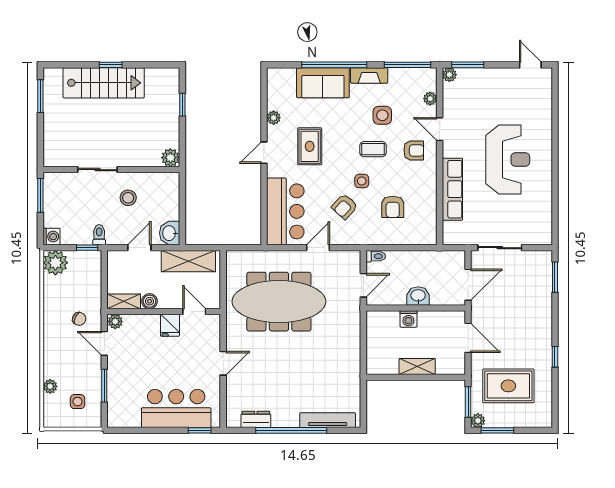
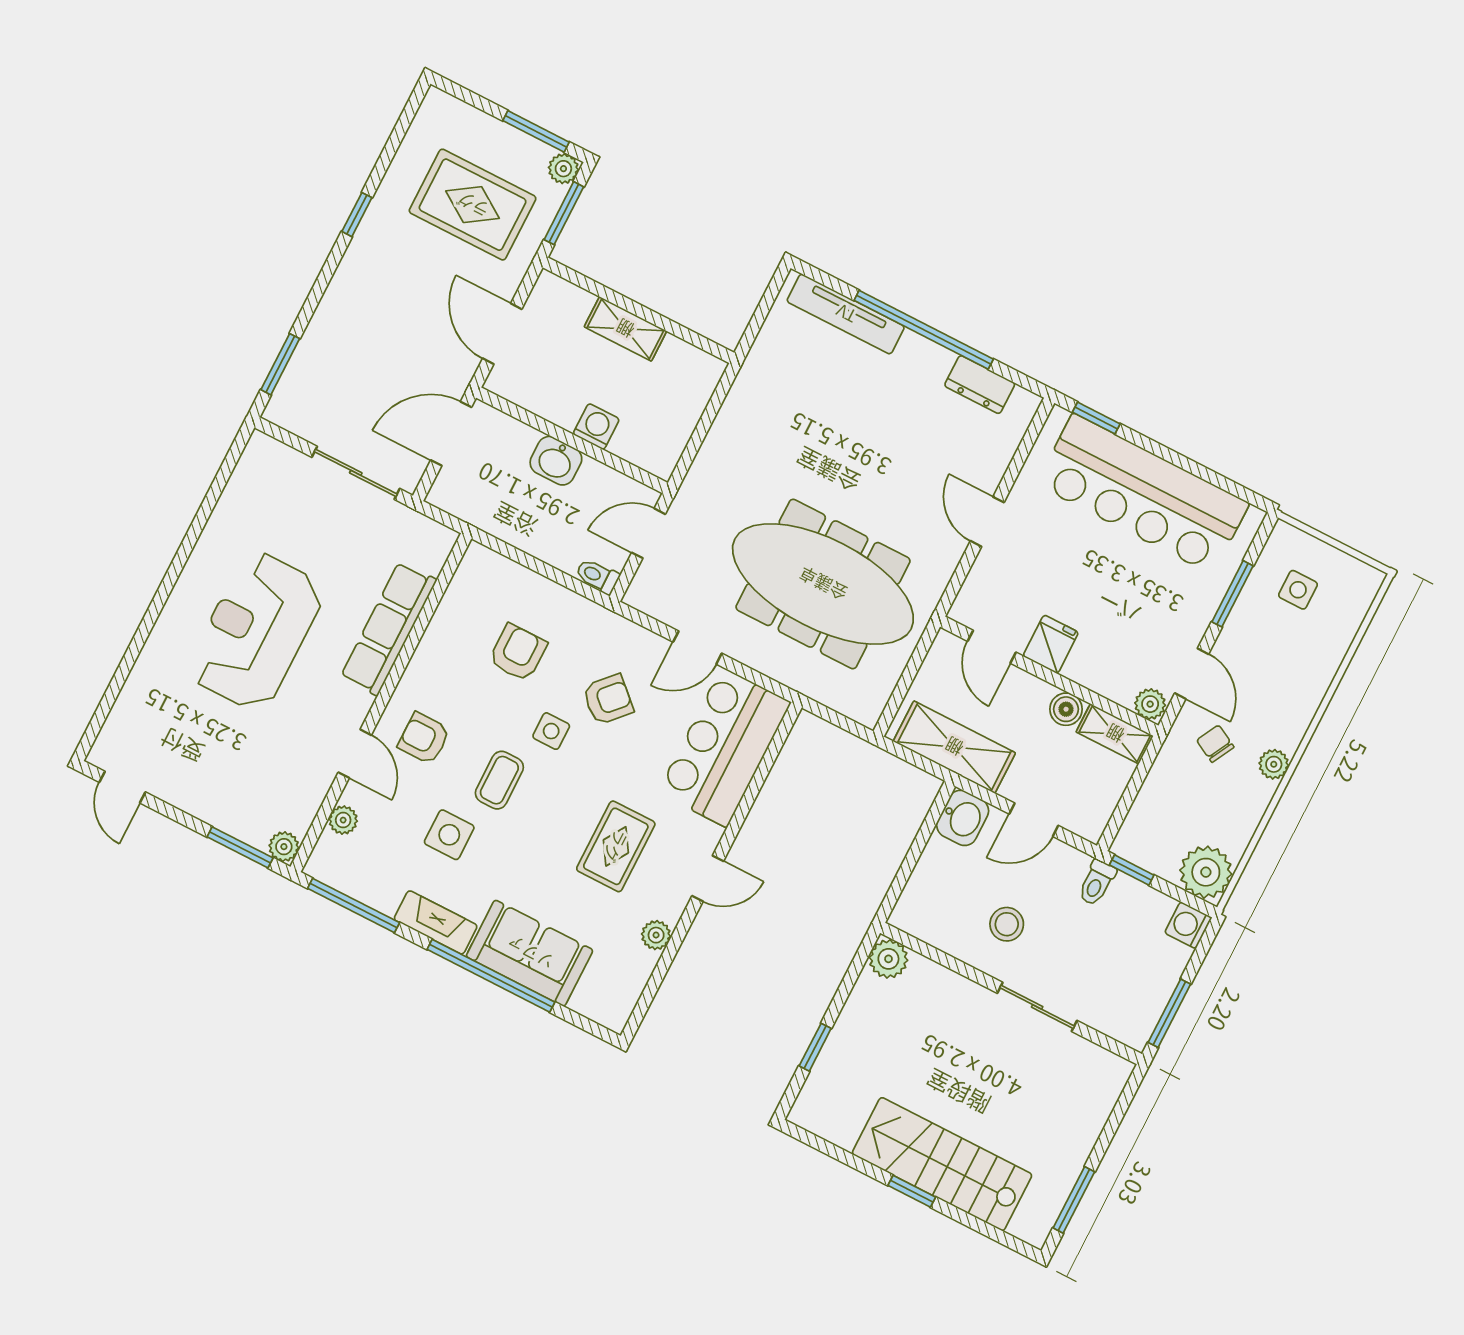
coffee table: (373, 149) -> (499, 780), turned 90
door: (223, 363) -> (987, 522), hinge flipped
plant: (50, 386) -> (1274, 764), moved
bar counter: (176, 408) -> (1143, 494), width x1.36

